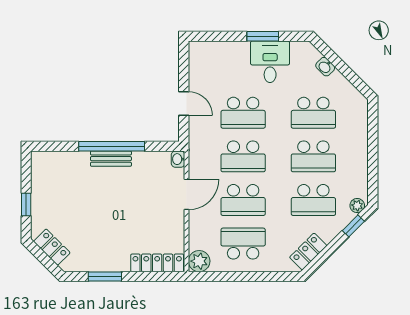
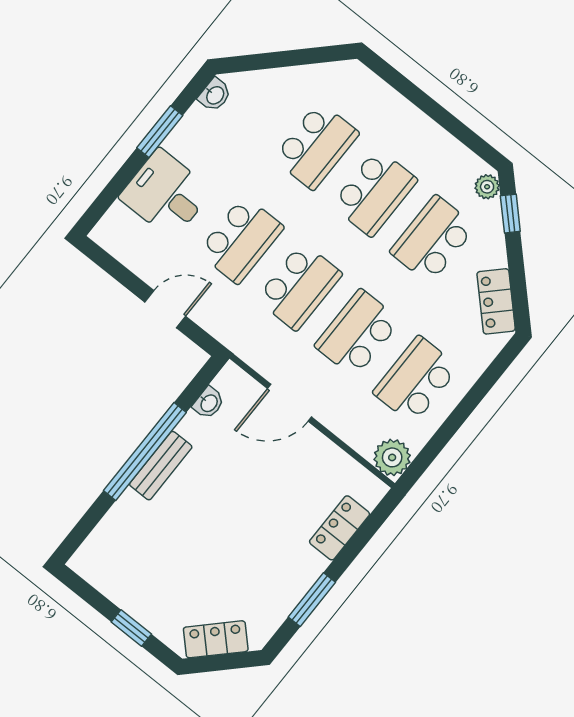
desk: (270, 62) -> (166, 194), moved
washbasin: (325, 67) -> (215, 95), moved, turned -45
washbasin: (178, 159) -> (209, 403), moved, turned -90
door: (187, 194) -> (290, 403), swing flipped
school desk: (243, 200) -> (357, 333), turned 180
school desk: (313, 200) -> (433, 239), turned 180
locker: (157, 263) -> (340, 528), width x0.66

